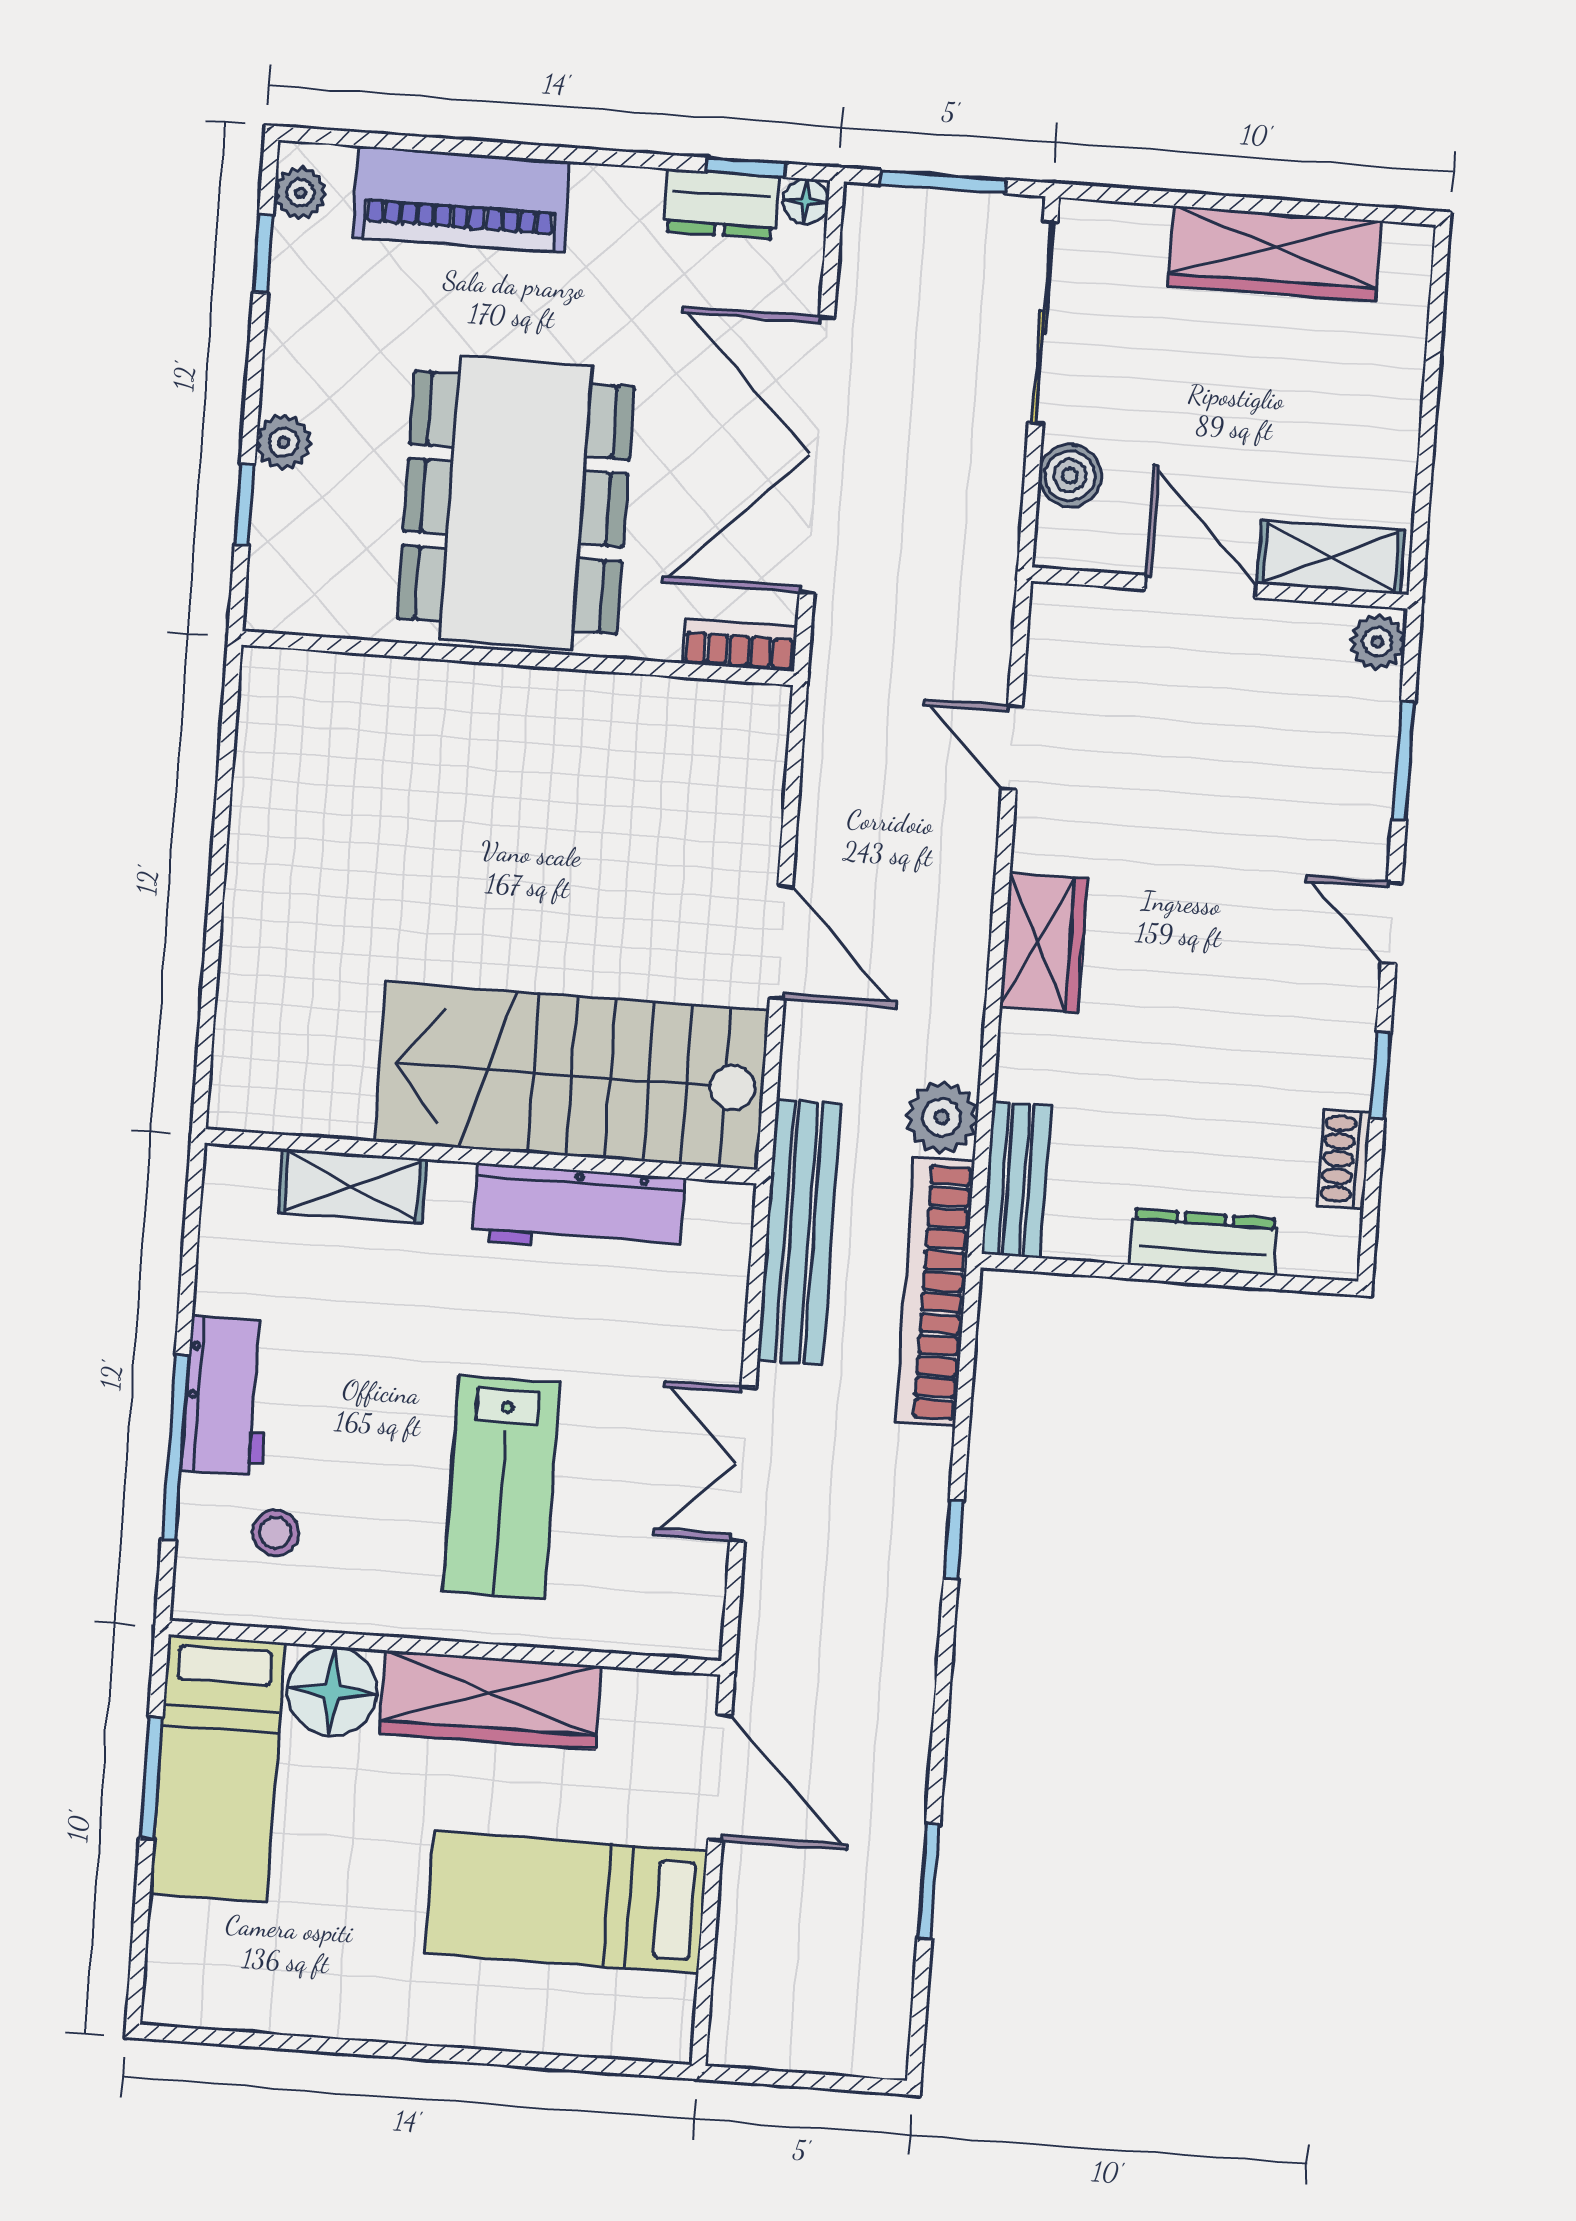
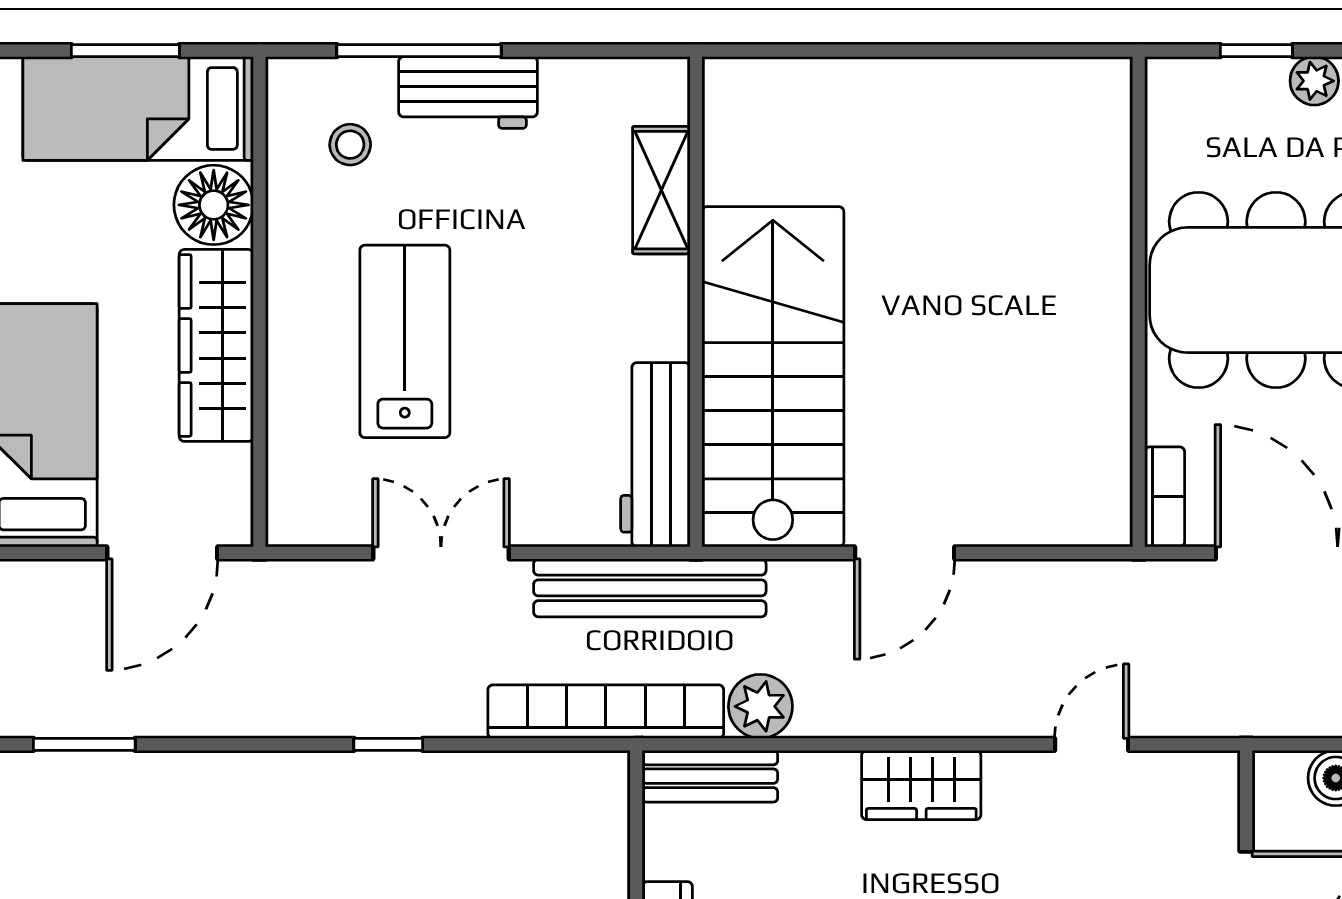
workbench: (578, 1209) -> (655, 455), moved
lab bench: (502, 1487) -> (405, 341), turned 90

